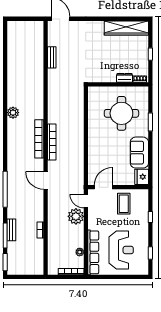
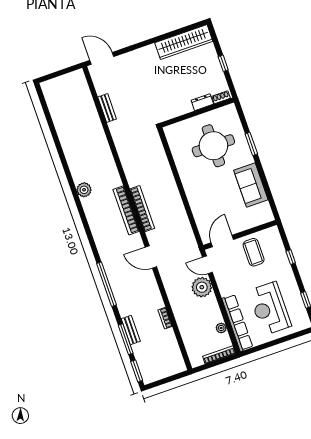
fridge: (142, 177) -> (264, 213), removed
reception desk: (121, 250) -> (270, 308), turned 180

